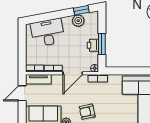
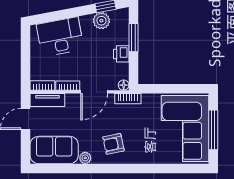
window: (102, 44) -> (133, 38), moved

